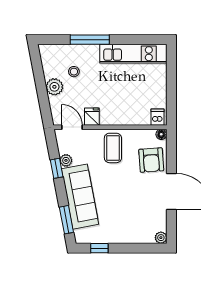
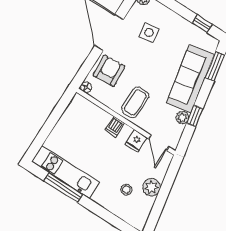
window: (90, 40) -> (63, 188), moved
dishwasher: (157, 117) -> (115, 127), moved
side table: (138, 213) -> (149, 33), added

